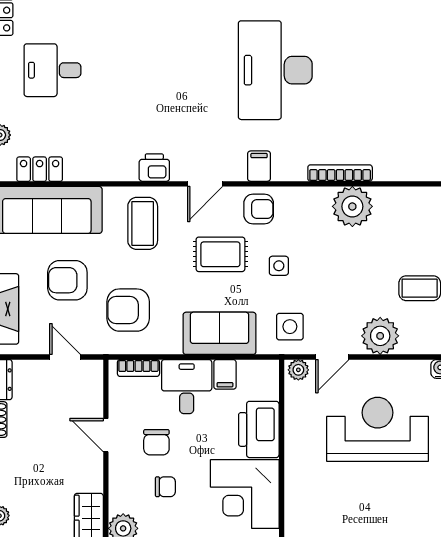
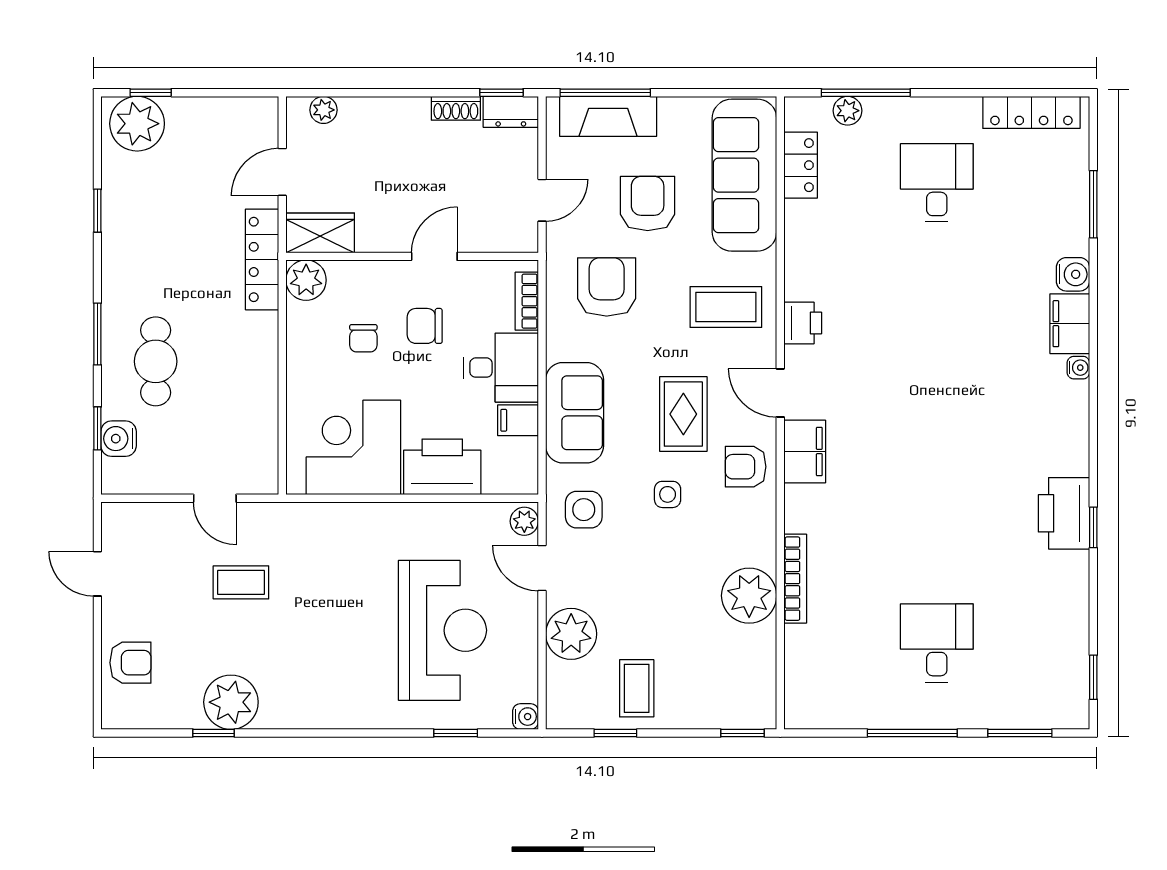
desk: (275, 70) -> (937, 643), moved, width x0.53, depth x0.77
filing cabinet: (259, 166) -> (805, 452), width x2.00
armchair: (259, 209) -> (746, 467), turned 90

